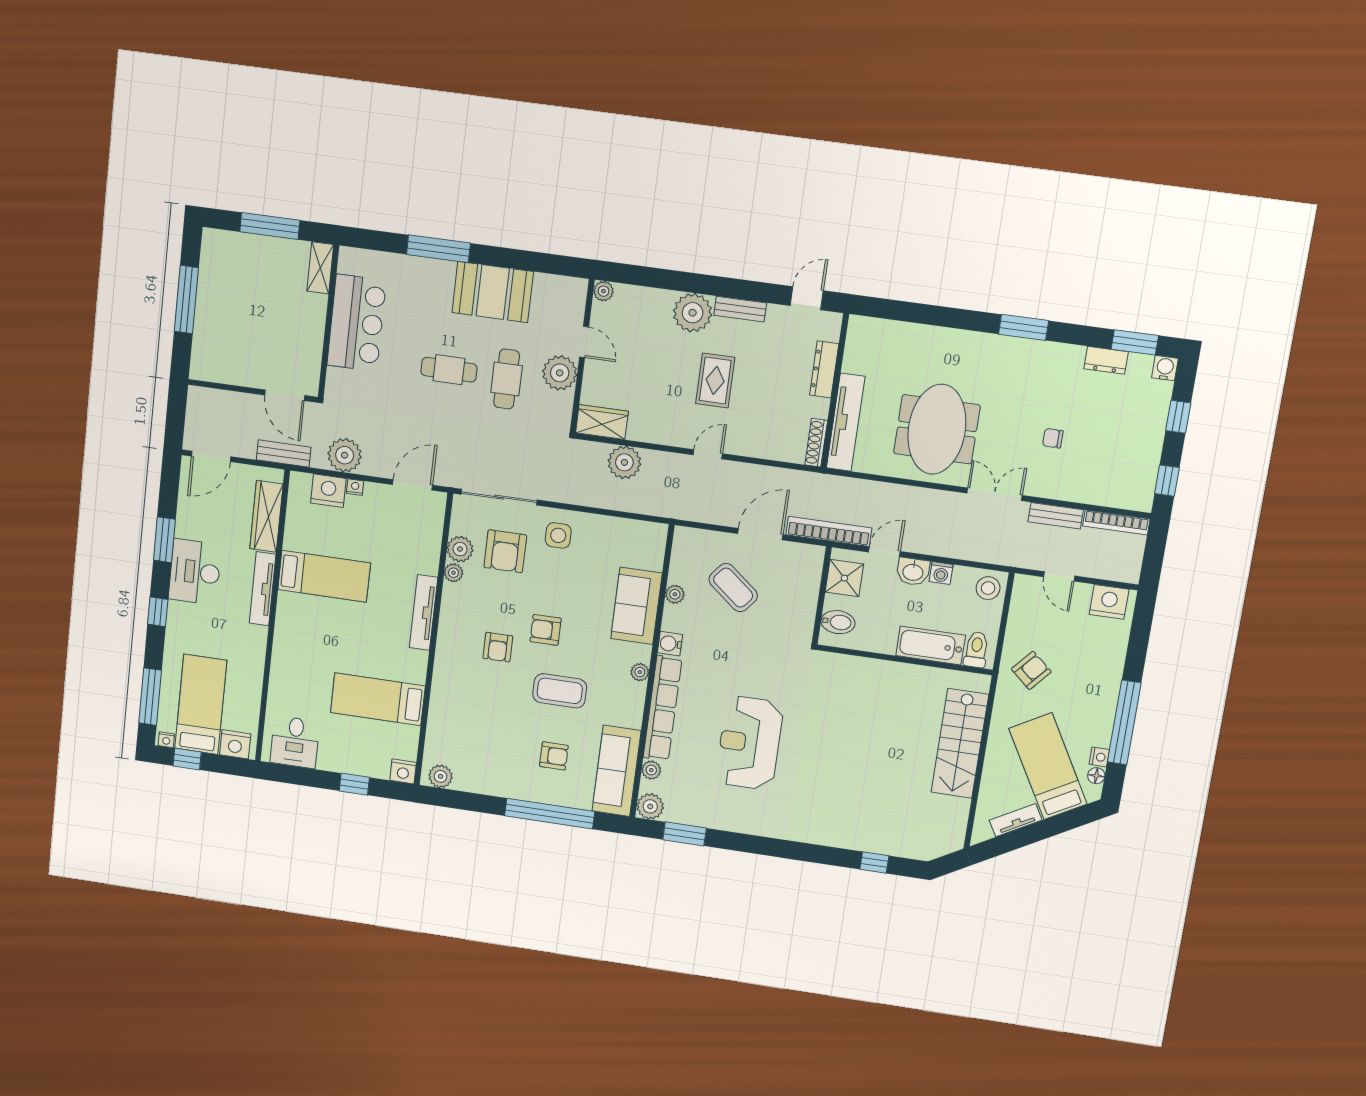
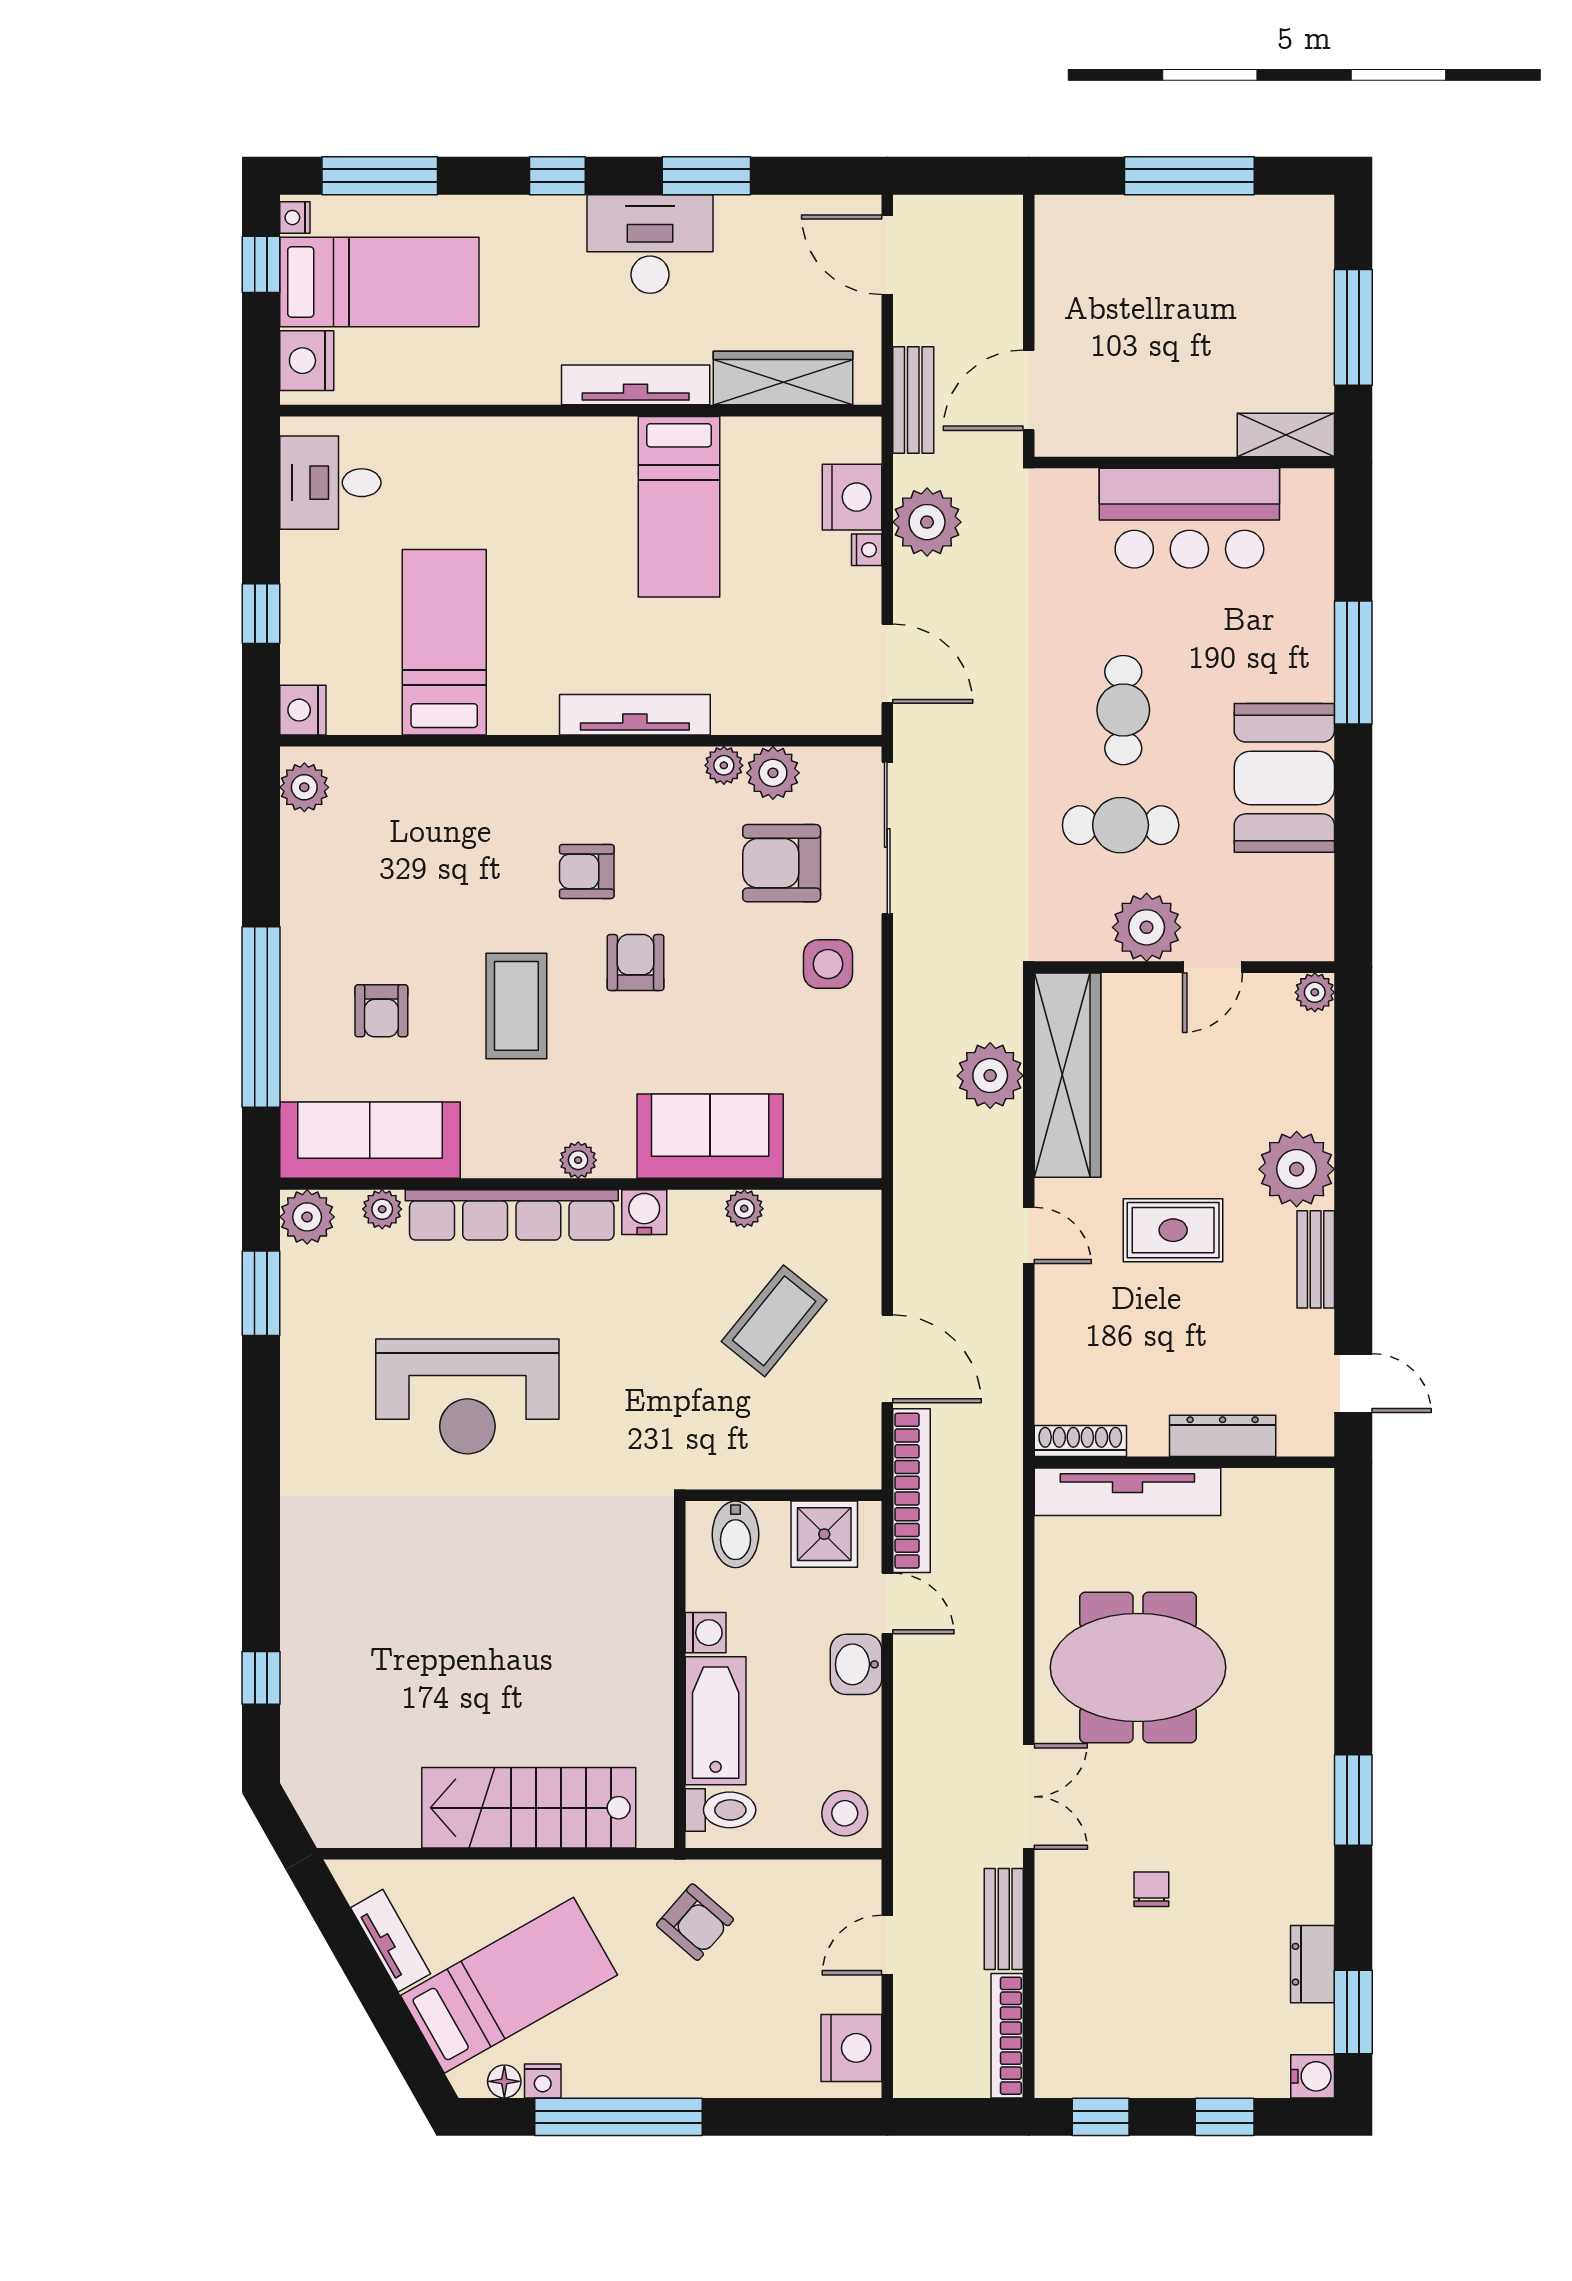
wardrobe: (602, 422) -> (1068, 1075), width x2.10, depth x1.17
washing machine: (941, 573) -> (706, 1633), moved, turned 180
reception desk: (750, 743) -> (467, 1396), turned 180

